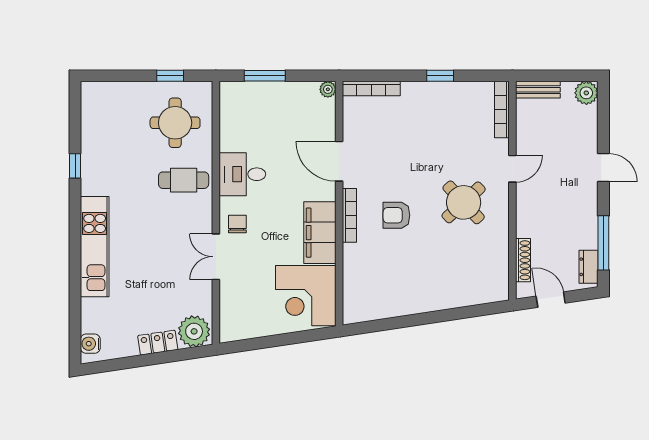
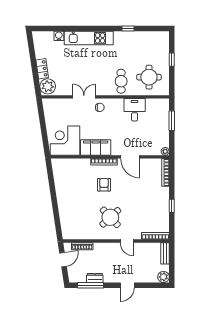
window: (170, 76) -> (172, 60), moved
door: (339, 161) -> (130, 157), swing flipped
desk: (242, 174) -> (135, 110), moved
dresser: (589, 267) -> (95, 278), moved
water cooler: (90, 344) -> (59, 36), moved

